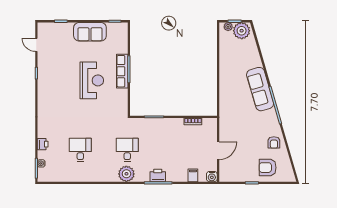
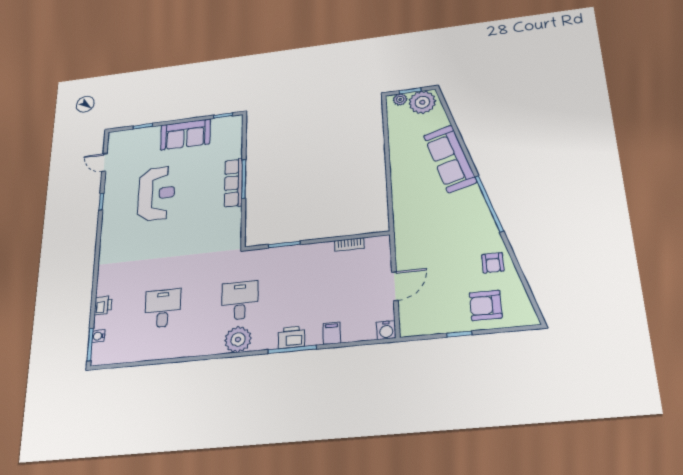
reception desk: (92, 80) -> (156, 194), moved
sofa: (260, 89) -> (450, 159), moved
filing cabinet: (193, 175) -> (332, 333), moved

